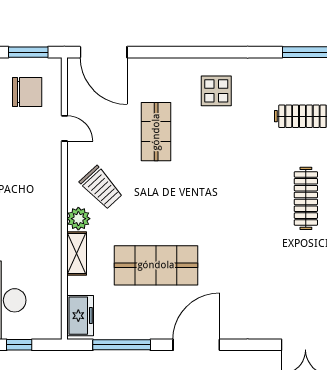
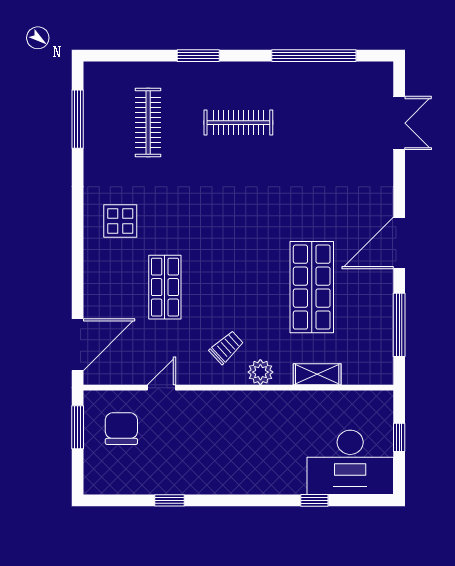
shop shelf: (156, 132) -> (165, 287), turned 90
trolley: (101, 188) -> (226, 347), width x0.73, depth x0.72
shelving: (77, 253) -> (317, 374), moved
freezer: (80, 316) -> (367, 370), removed
door: (196, 345) -> (399, 243), hinge flipped

